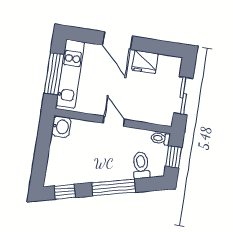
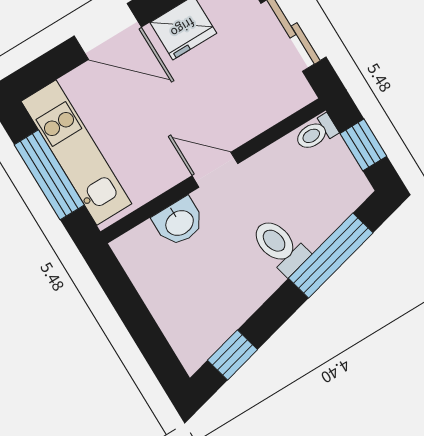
washbasin: (61, 127) -> (179, 222), moved, turned 90
toilet: (141, 165) -> (280, 246), moved
window: (114, 187) -> (331, 255), moved

